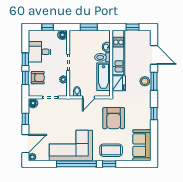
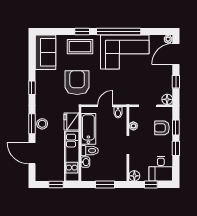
desk: (40, 52) -> (161, 169), moved, turned 90

